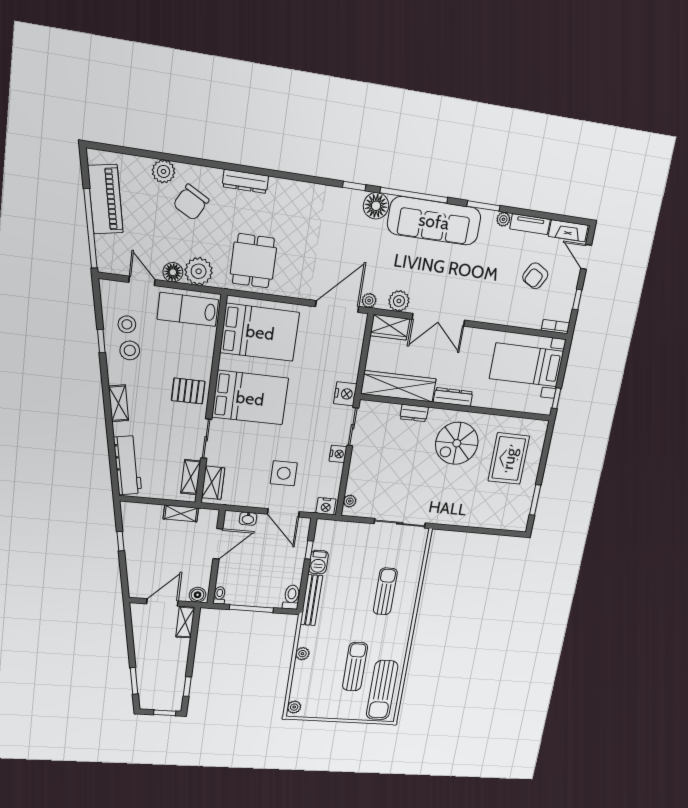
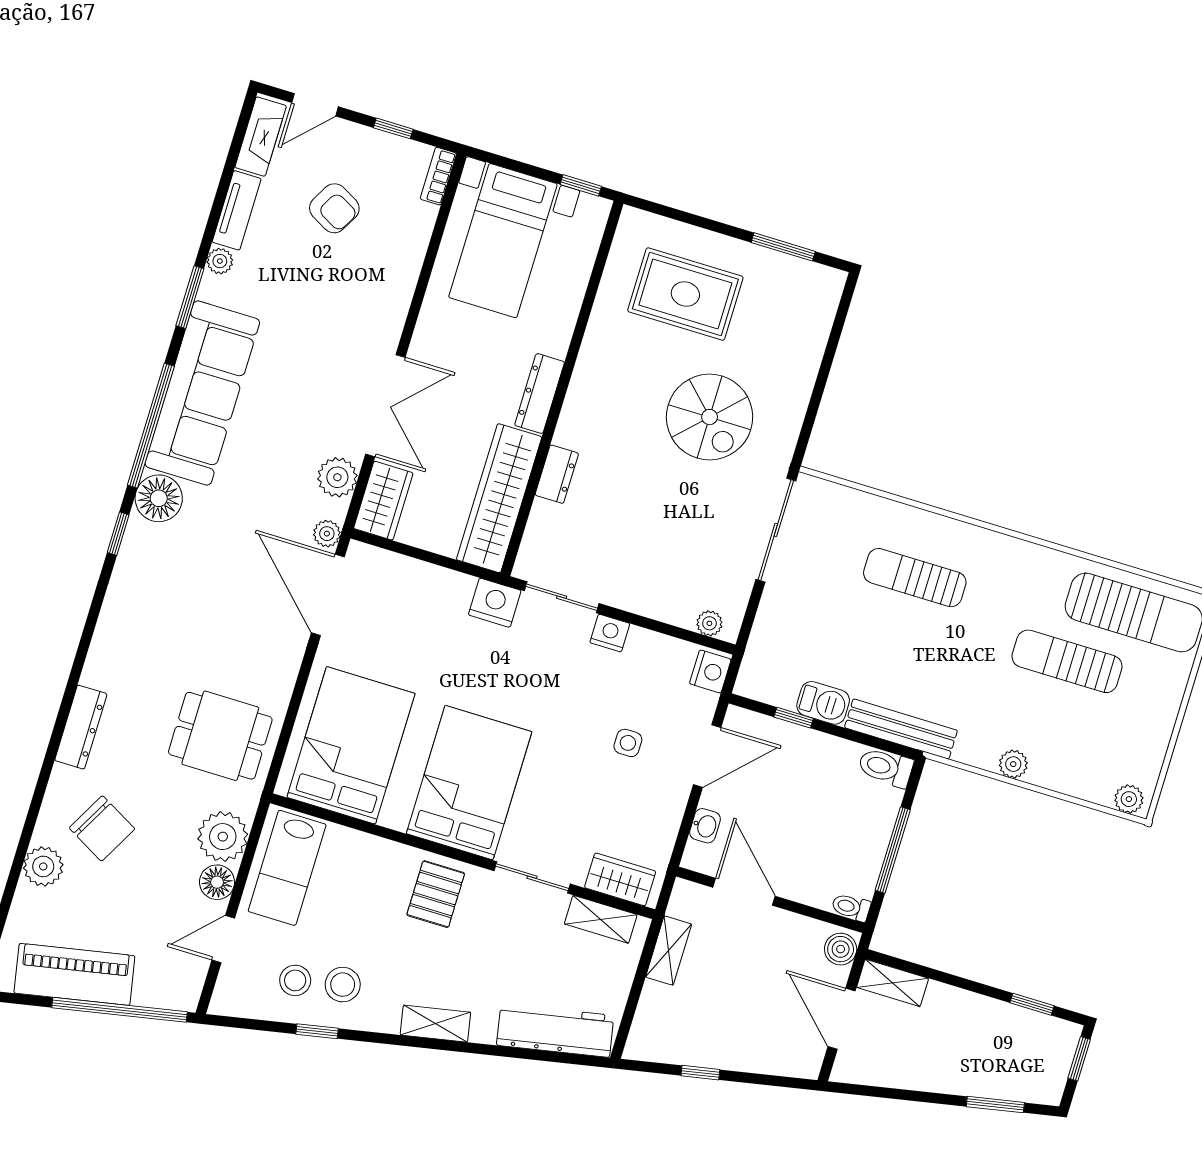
spiral stairs: (457, 443) -> (710, 417), moved
side table: (284, 473) -> (628, 743), width x0.54, depth x0.54

